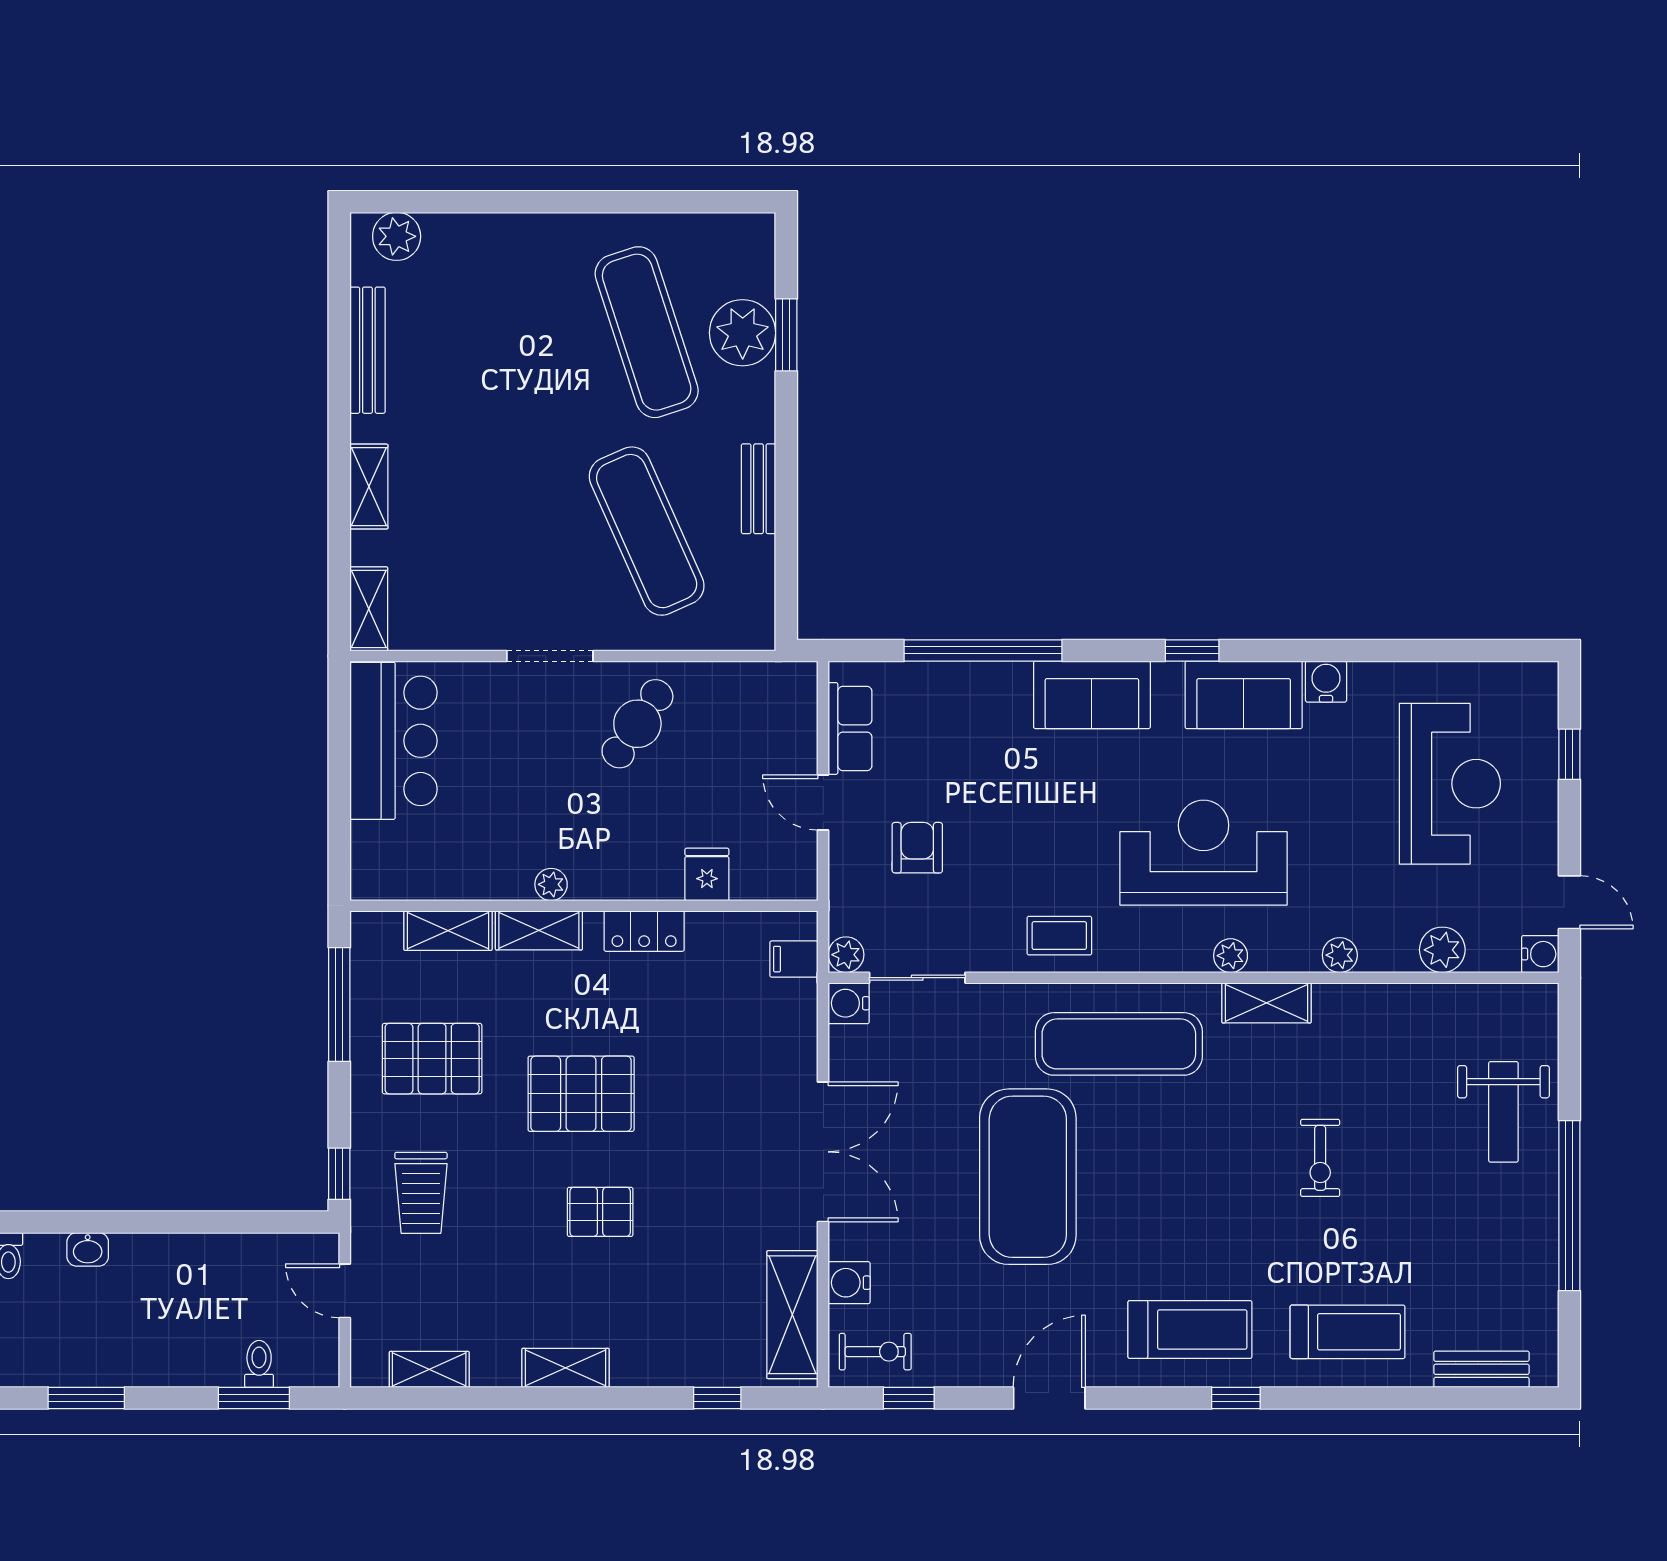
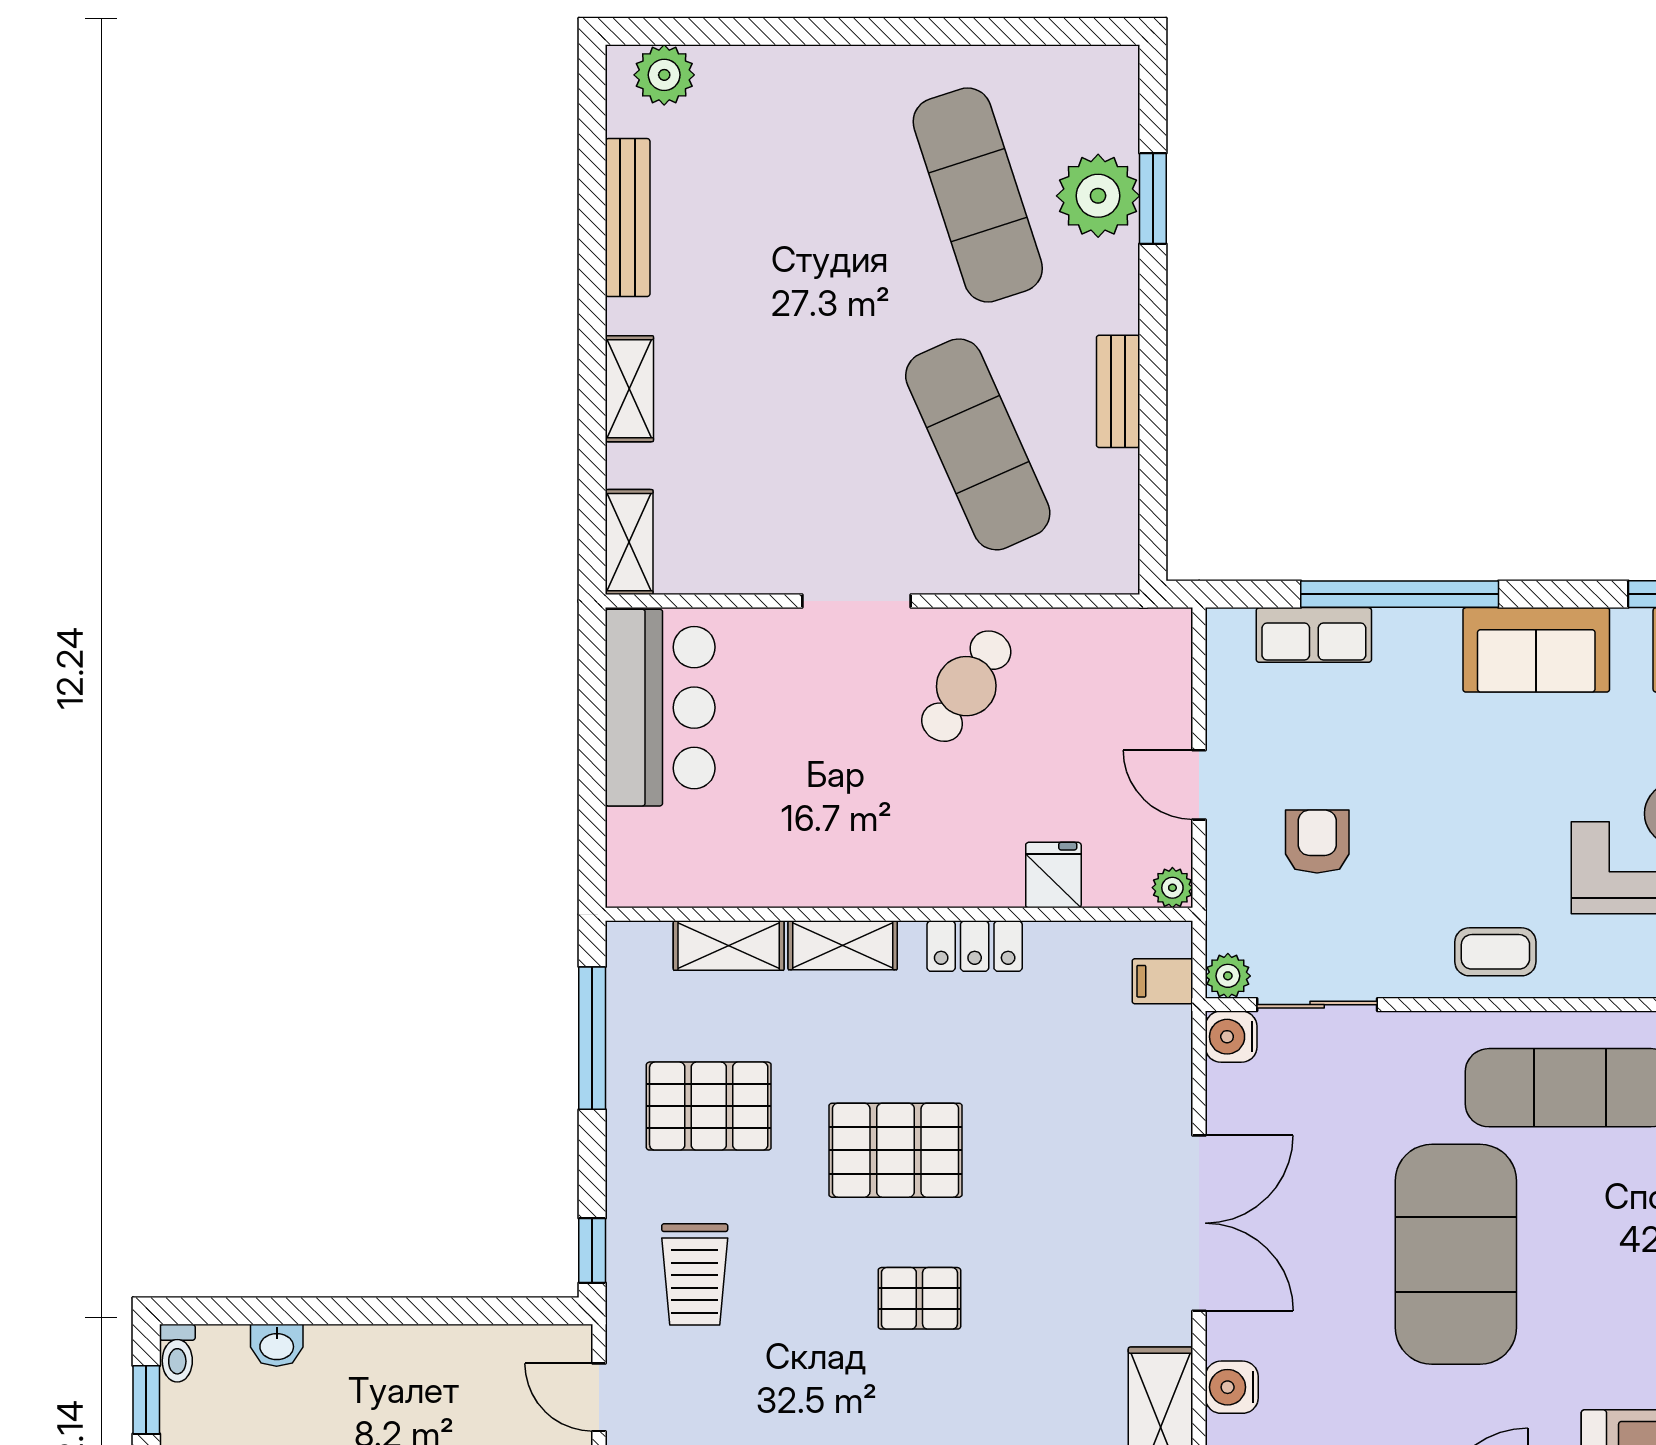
row of seats: (850, 728) -> (1314, 635), moved, turned 90
plant: (551, 884) -> (1172, 888), moved

